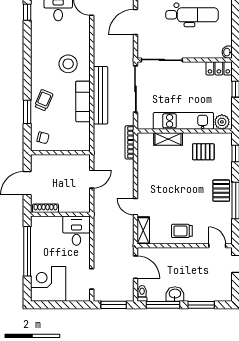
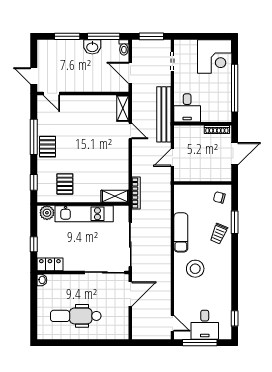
door: (135, 22) -> (130, 294), moved
bench: (101, 95) -> (164, 114), moved
shelving: (168, 139) -> (115, 196), moved
pallet: (203, 152) -> (65, 184), turned 90
trolley: (182, 231) -> (86, 108), removed

